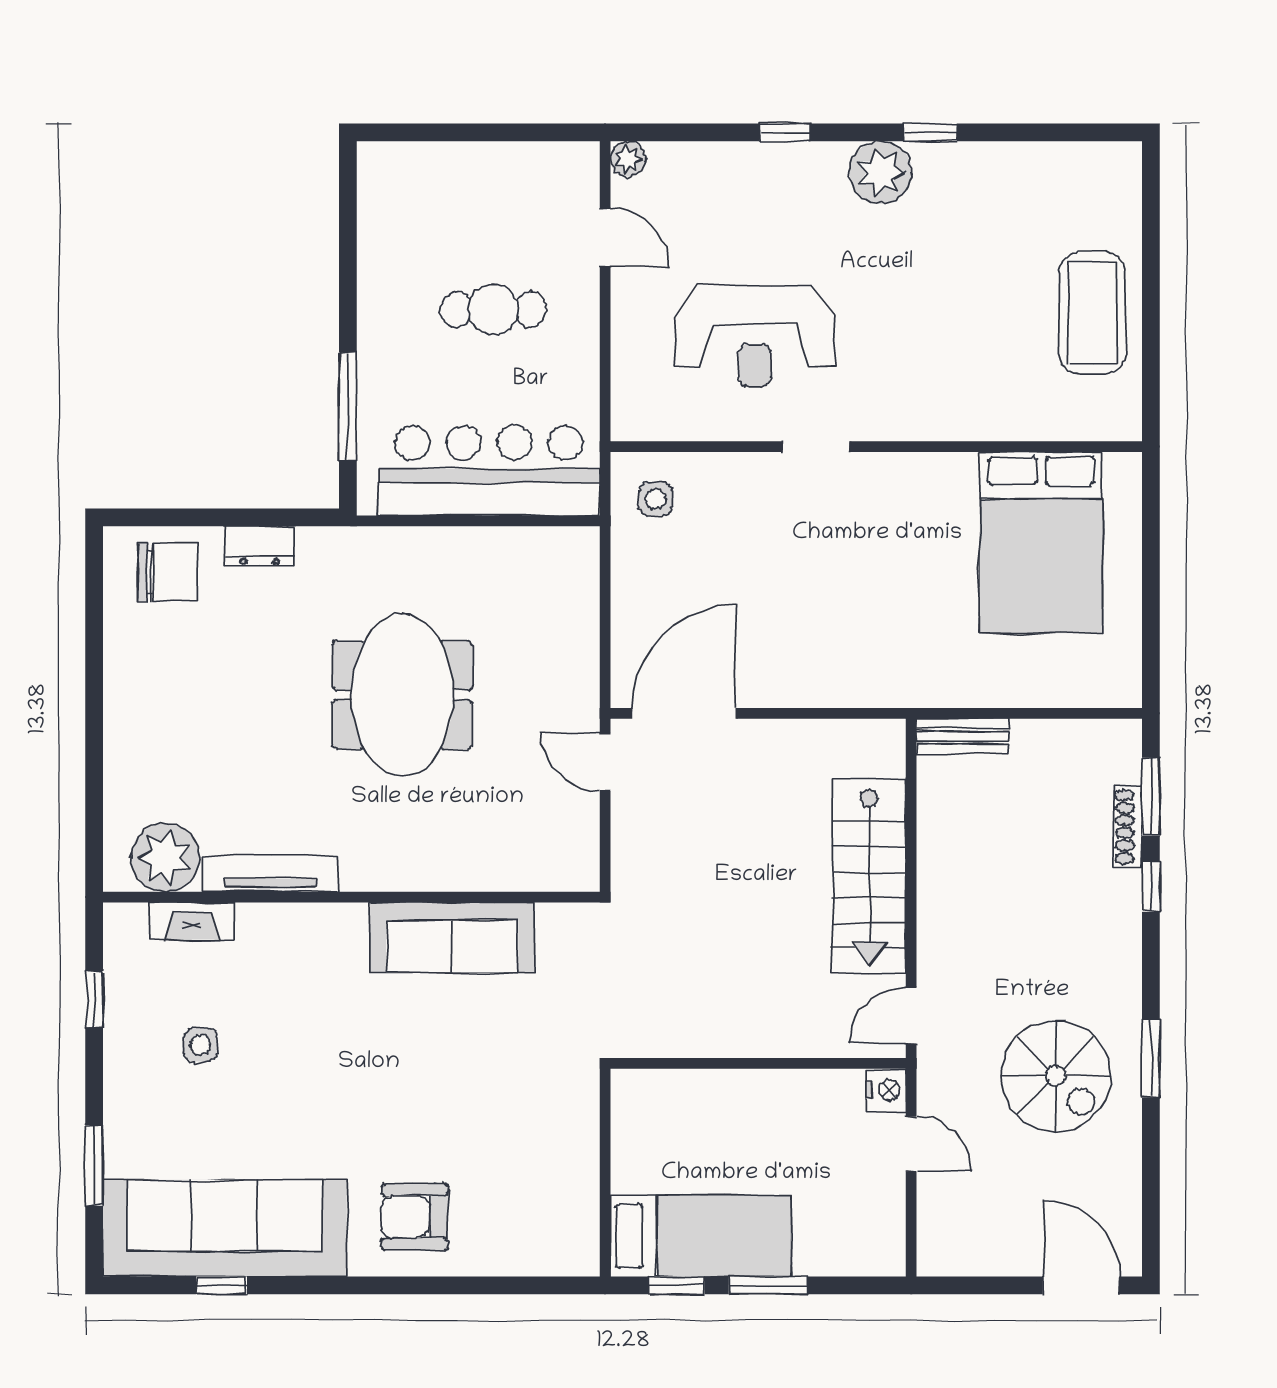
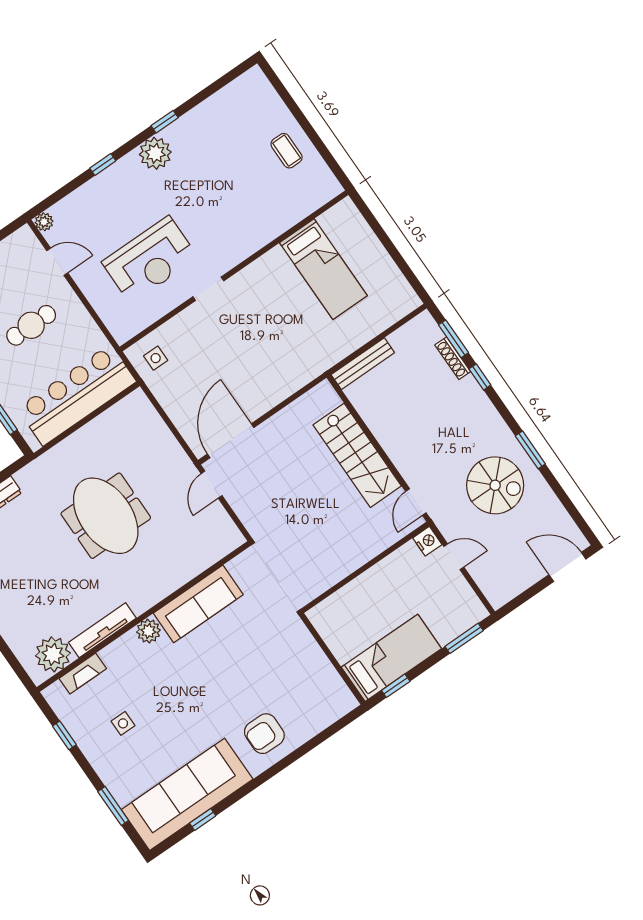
coffee table: (1093, 313) -> (287, 151), width x0.54, depth x0.58
bed: (1041, 542) -> (323, 269), width x0.67
bench: (963, 736) -> (363, 364), width x1.36
door: (605, 762) -> (212, 485), hinge flipped
plant: (343, 926) -> (148, 631), added
window: (768, 1285) -> (464, 638), moved

